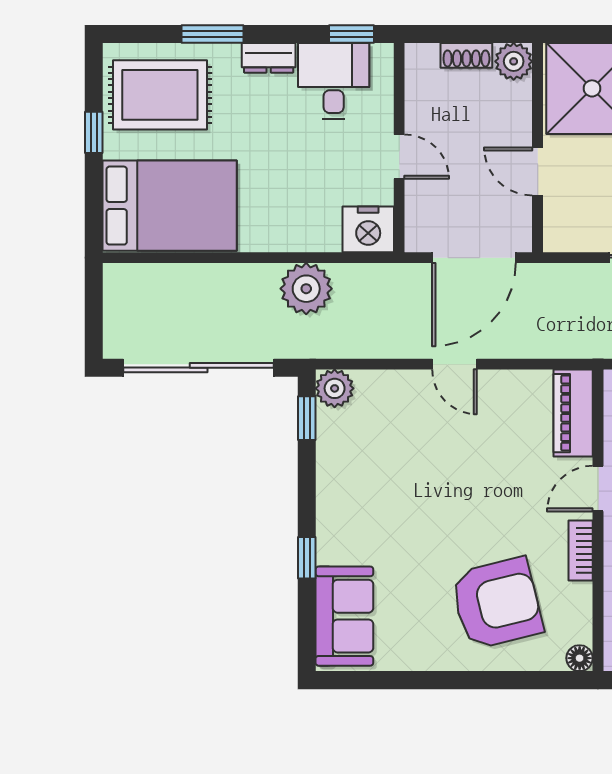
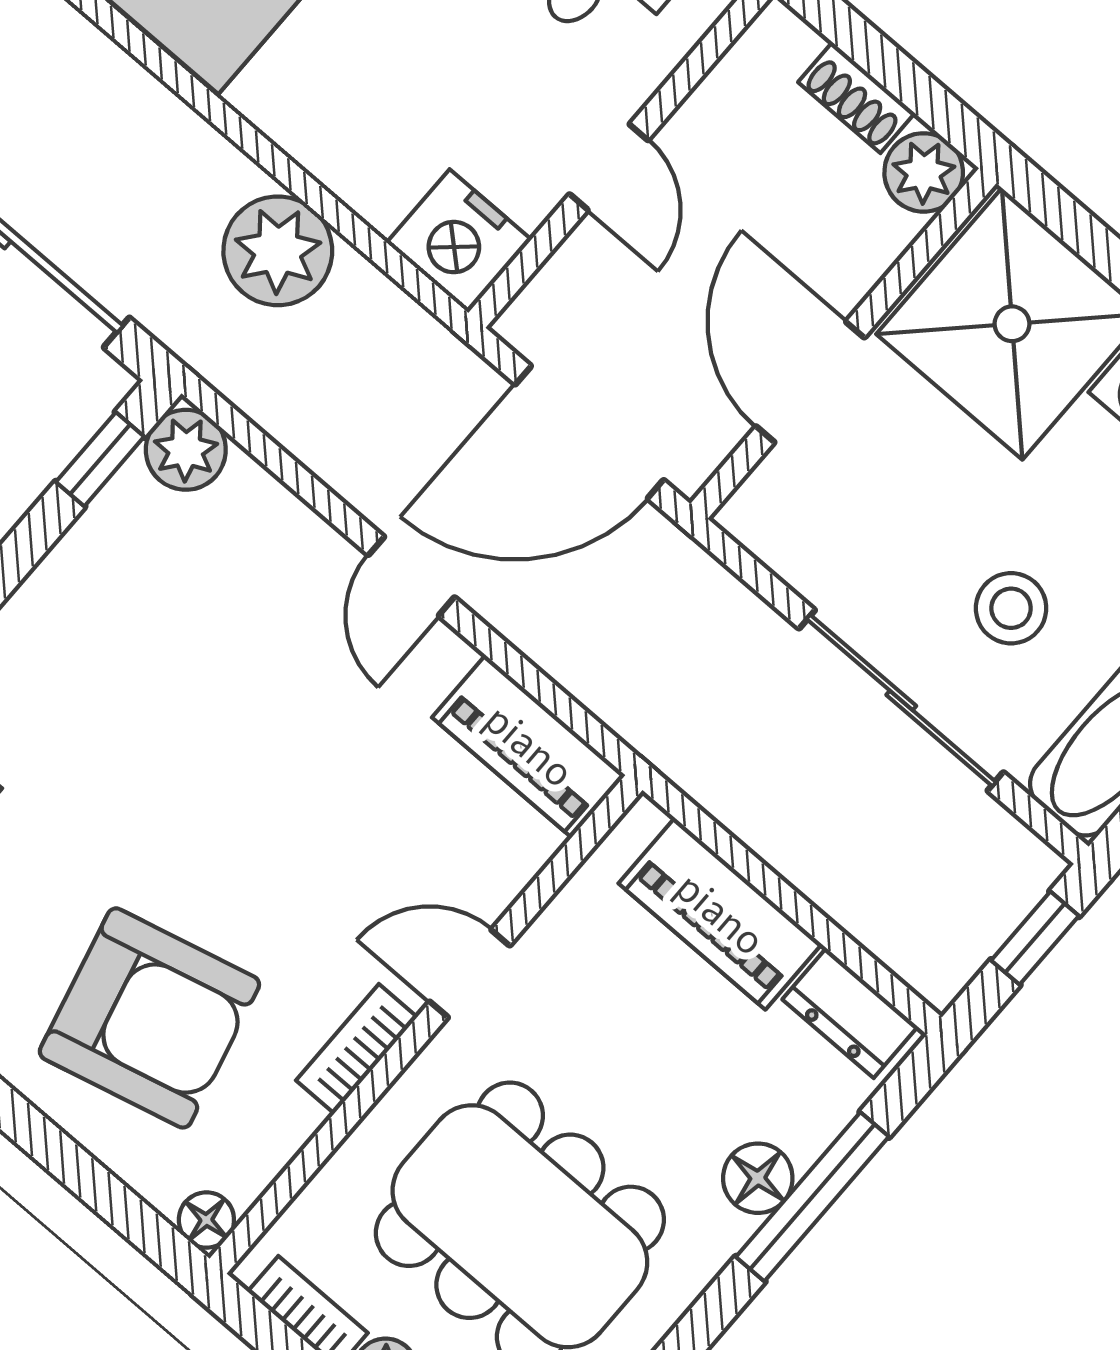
door: (538, 172) -> (810, 382), width x1.38
piano: (573, 413) -> (529, 746), moved, turned -90

